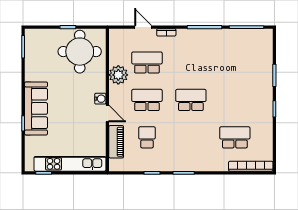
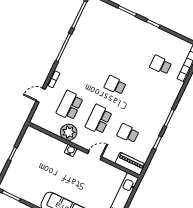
round table: (80, 52) -> (36, 154), removed
water cooler: (100, 99) -> (71, 150), moved
school desk: (191, 100) -> (115, 85), width x0.54
school desk: (235, 137) -> (161, 65), width x0.54
piano: (116, 142) -> (130, 164), moved

